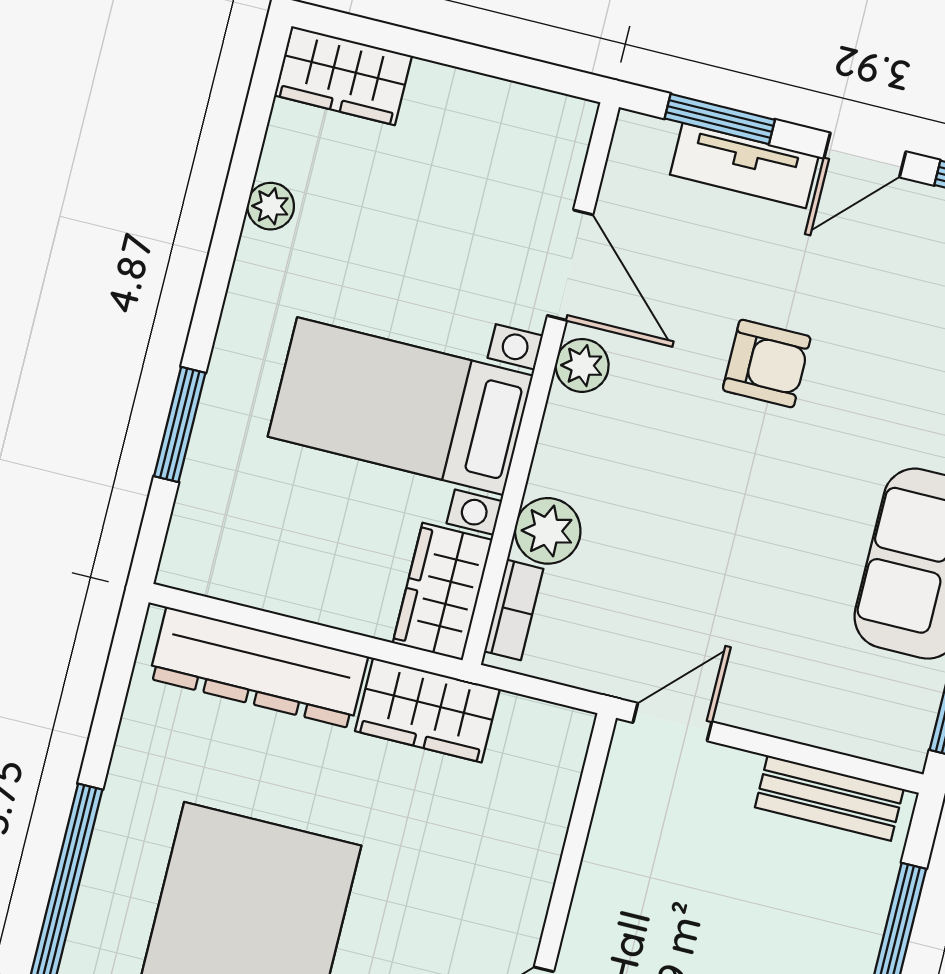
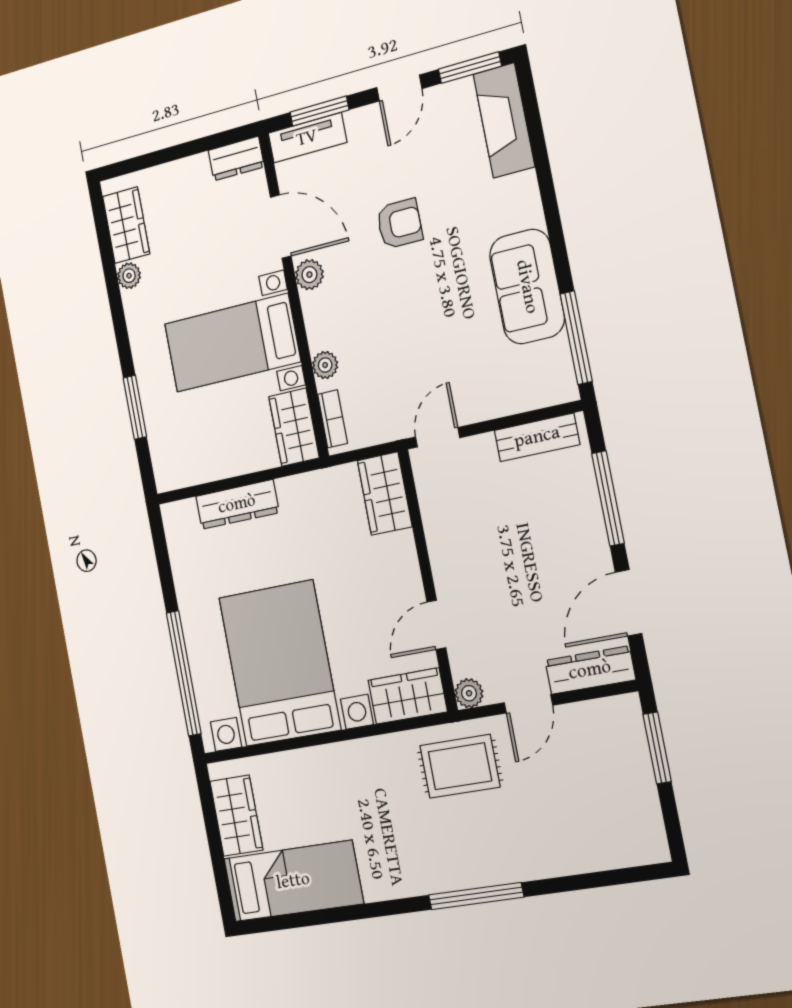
wardrobe: (343, 76) -> (126, 225), moved, turned -90
dresser: (546, 118) -> (236, 159), added
tv unit: (744, 166) -> (307, 138), moved
plant: (548, 531) -> (325, 365), width x0.73, depth x0.73
dresser: (258, 668) -> (237, 504), width x0.73, depth x0.80
wardrobe: (427, 710) -> (385, 494), moved, turned 90

